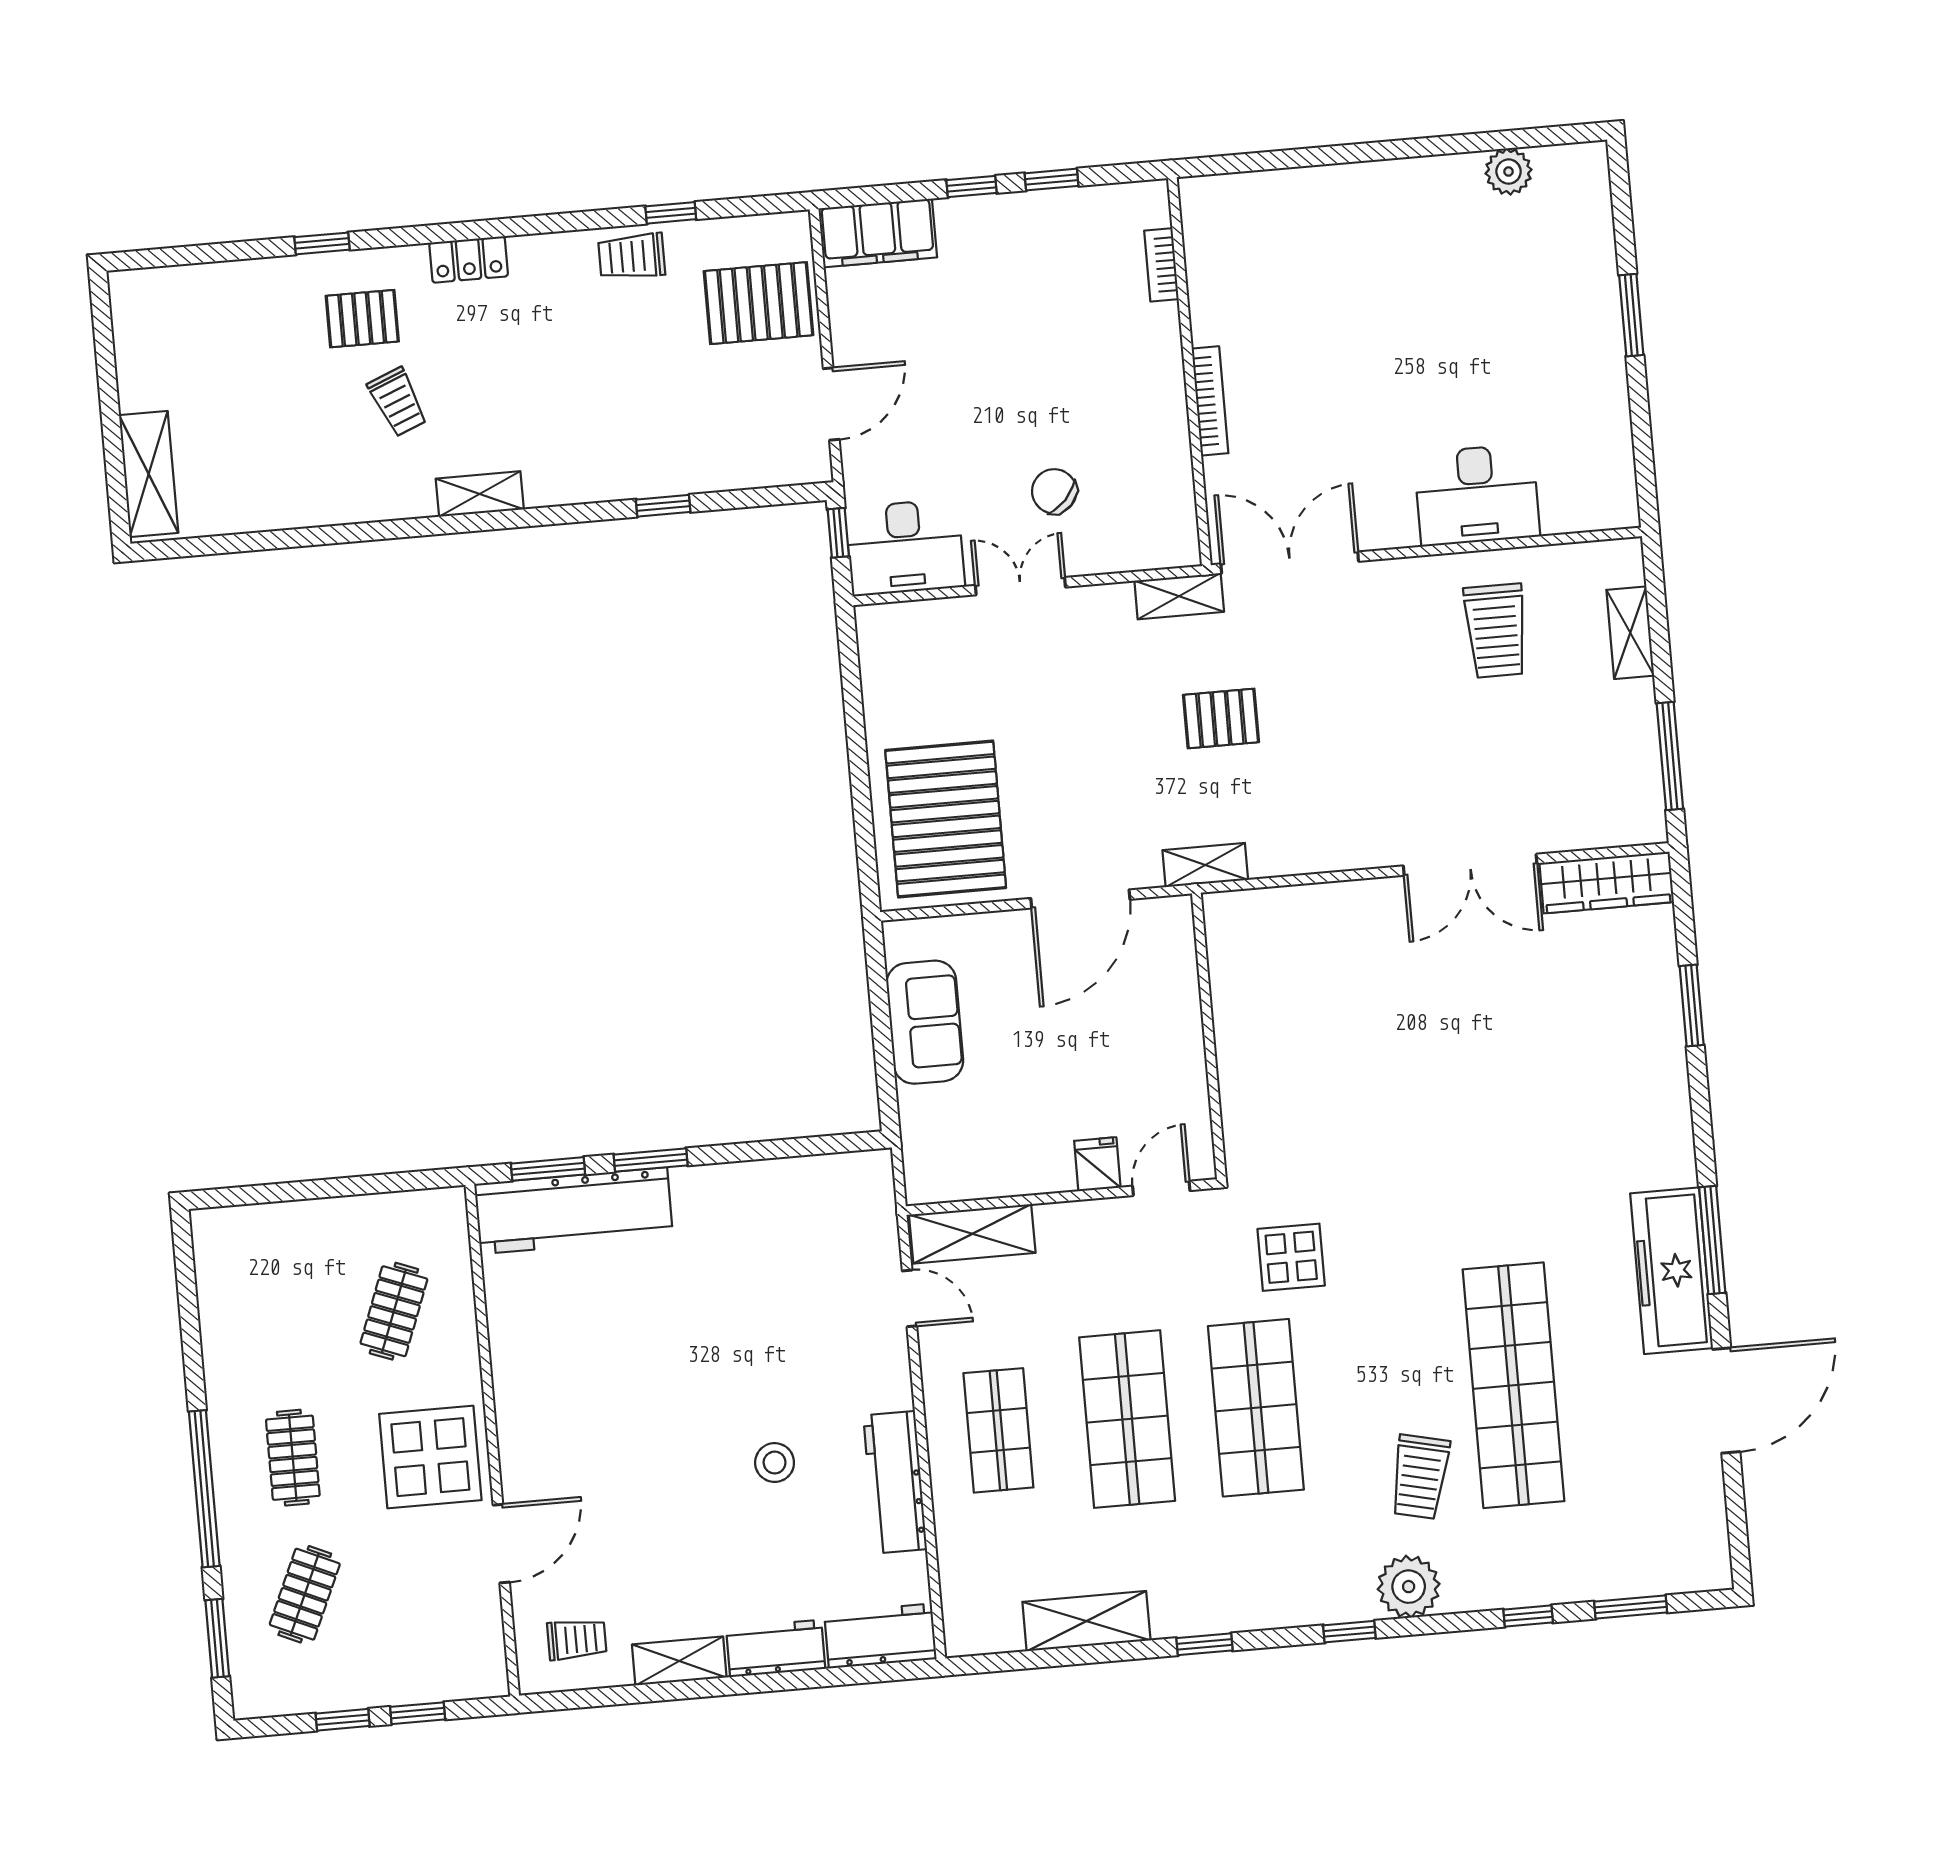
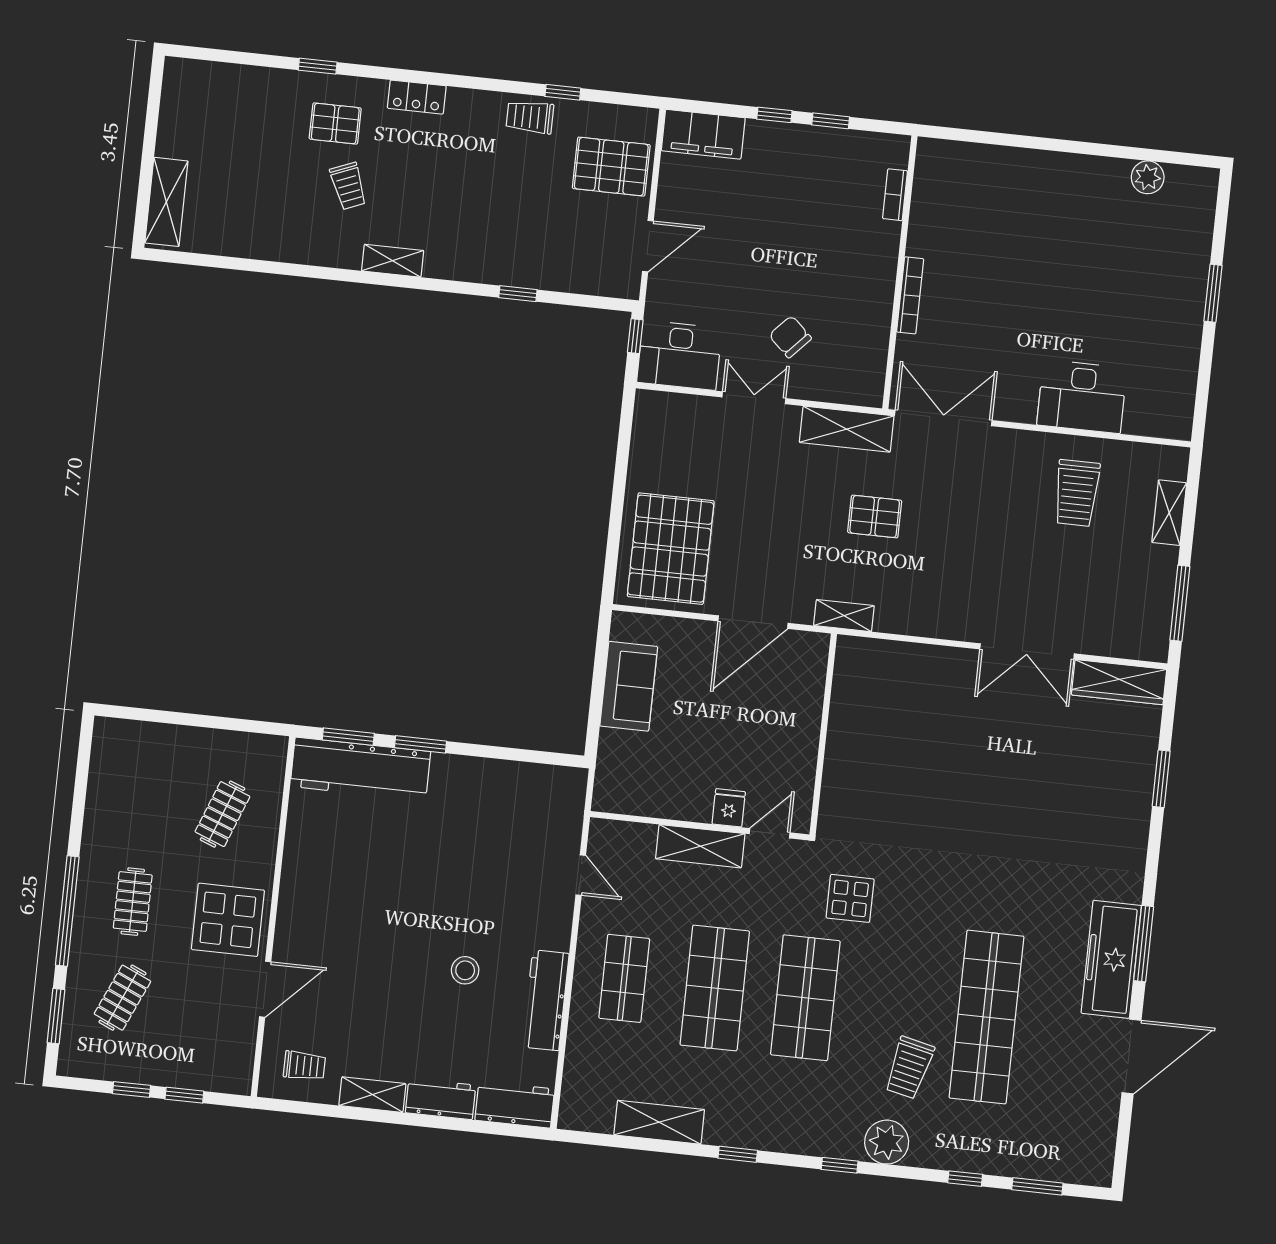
shelving: (1179, 596) -> (847, 429), width x1.50, depth x1.33
shelving: (972, 1234) -> (700, 846), moved

